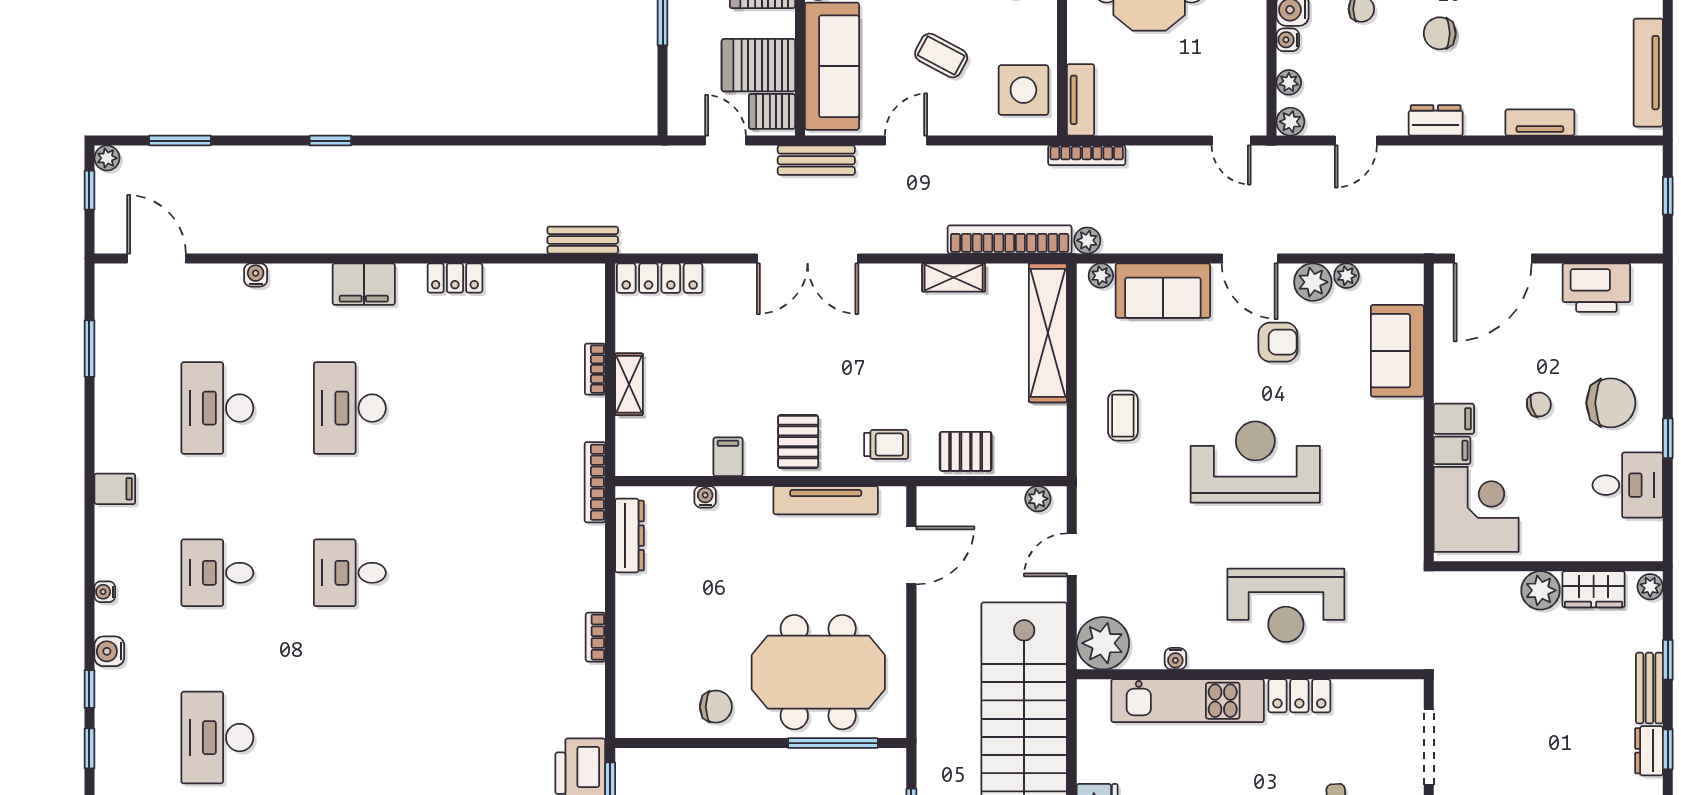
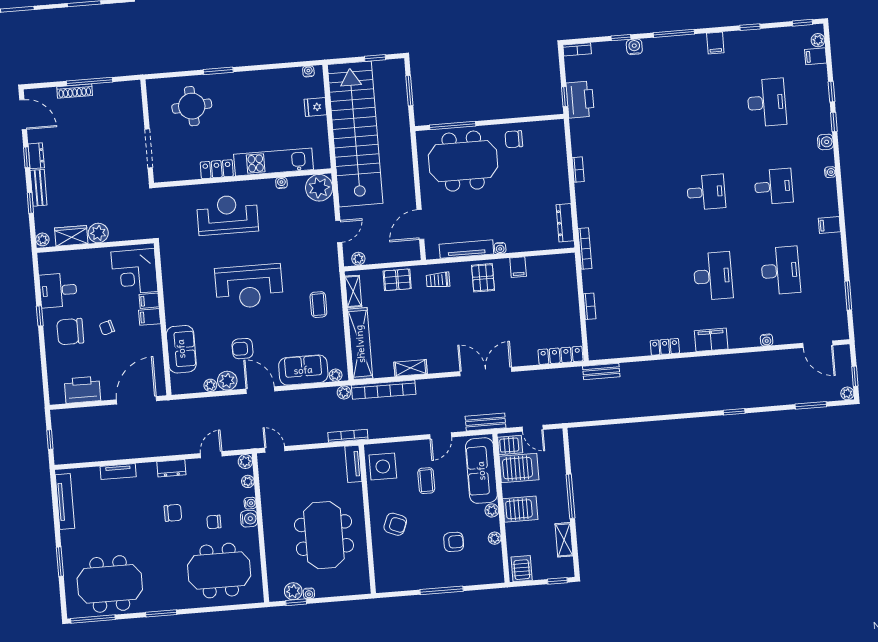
coffee table: (941, 55) -> (426, 481), turned 62
shelving: (629, 384) -> (353, 291), moved
water cooler: (705, 497) -> (500, 248), moved

